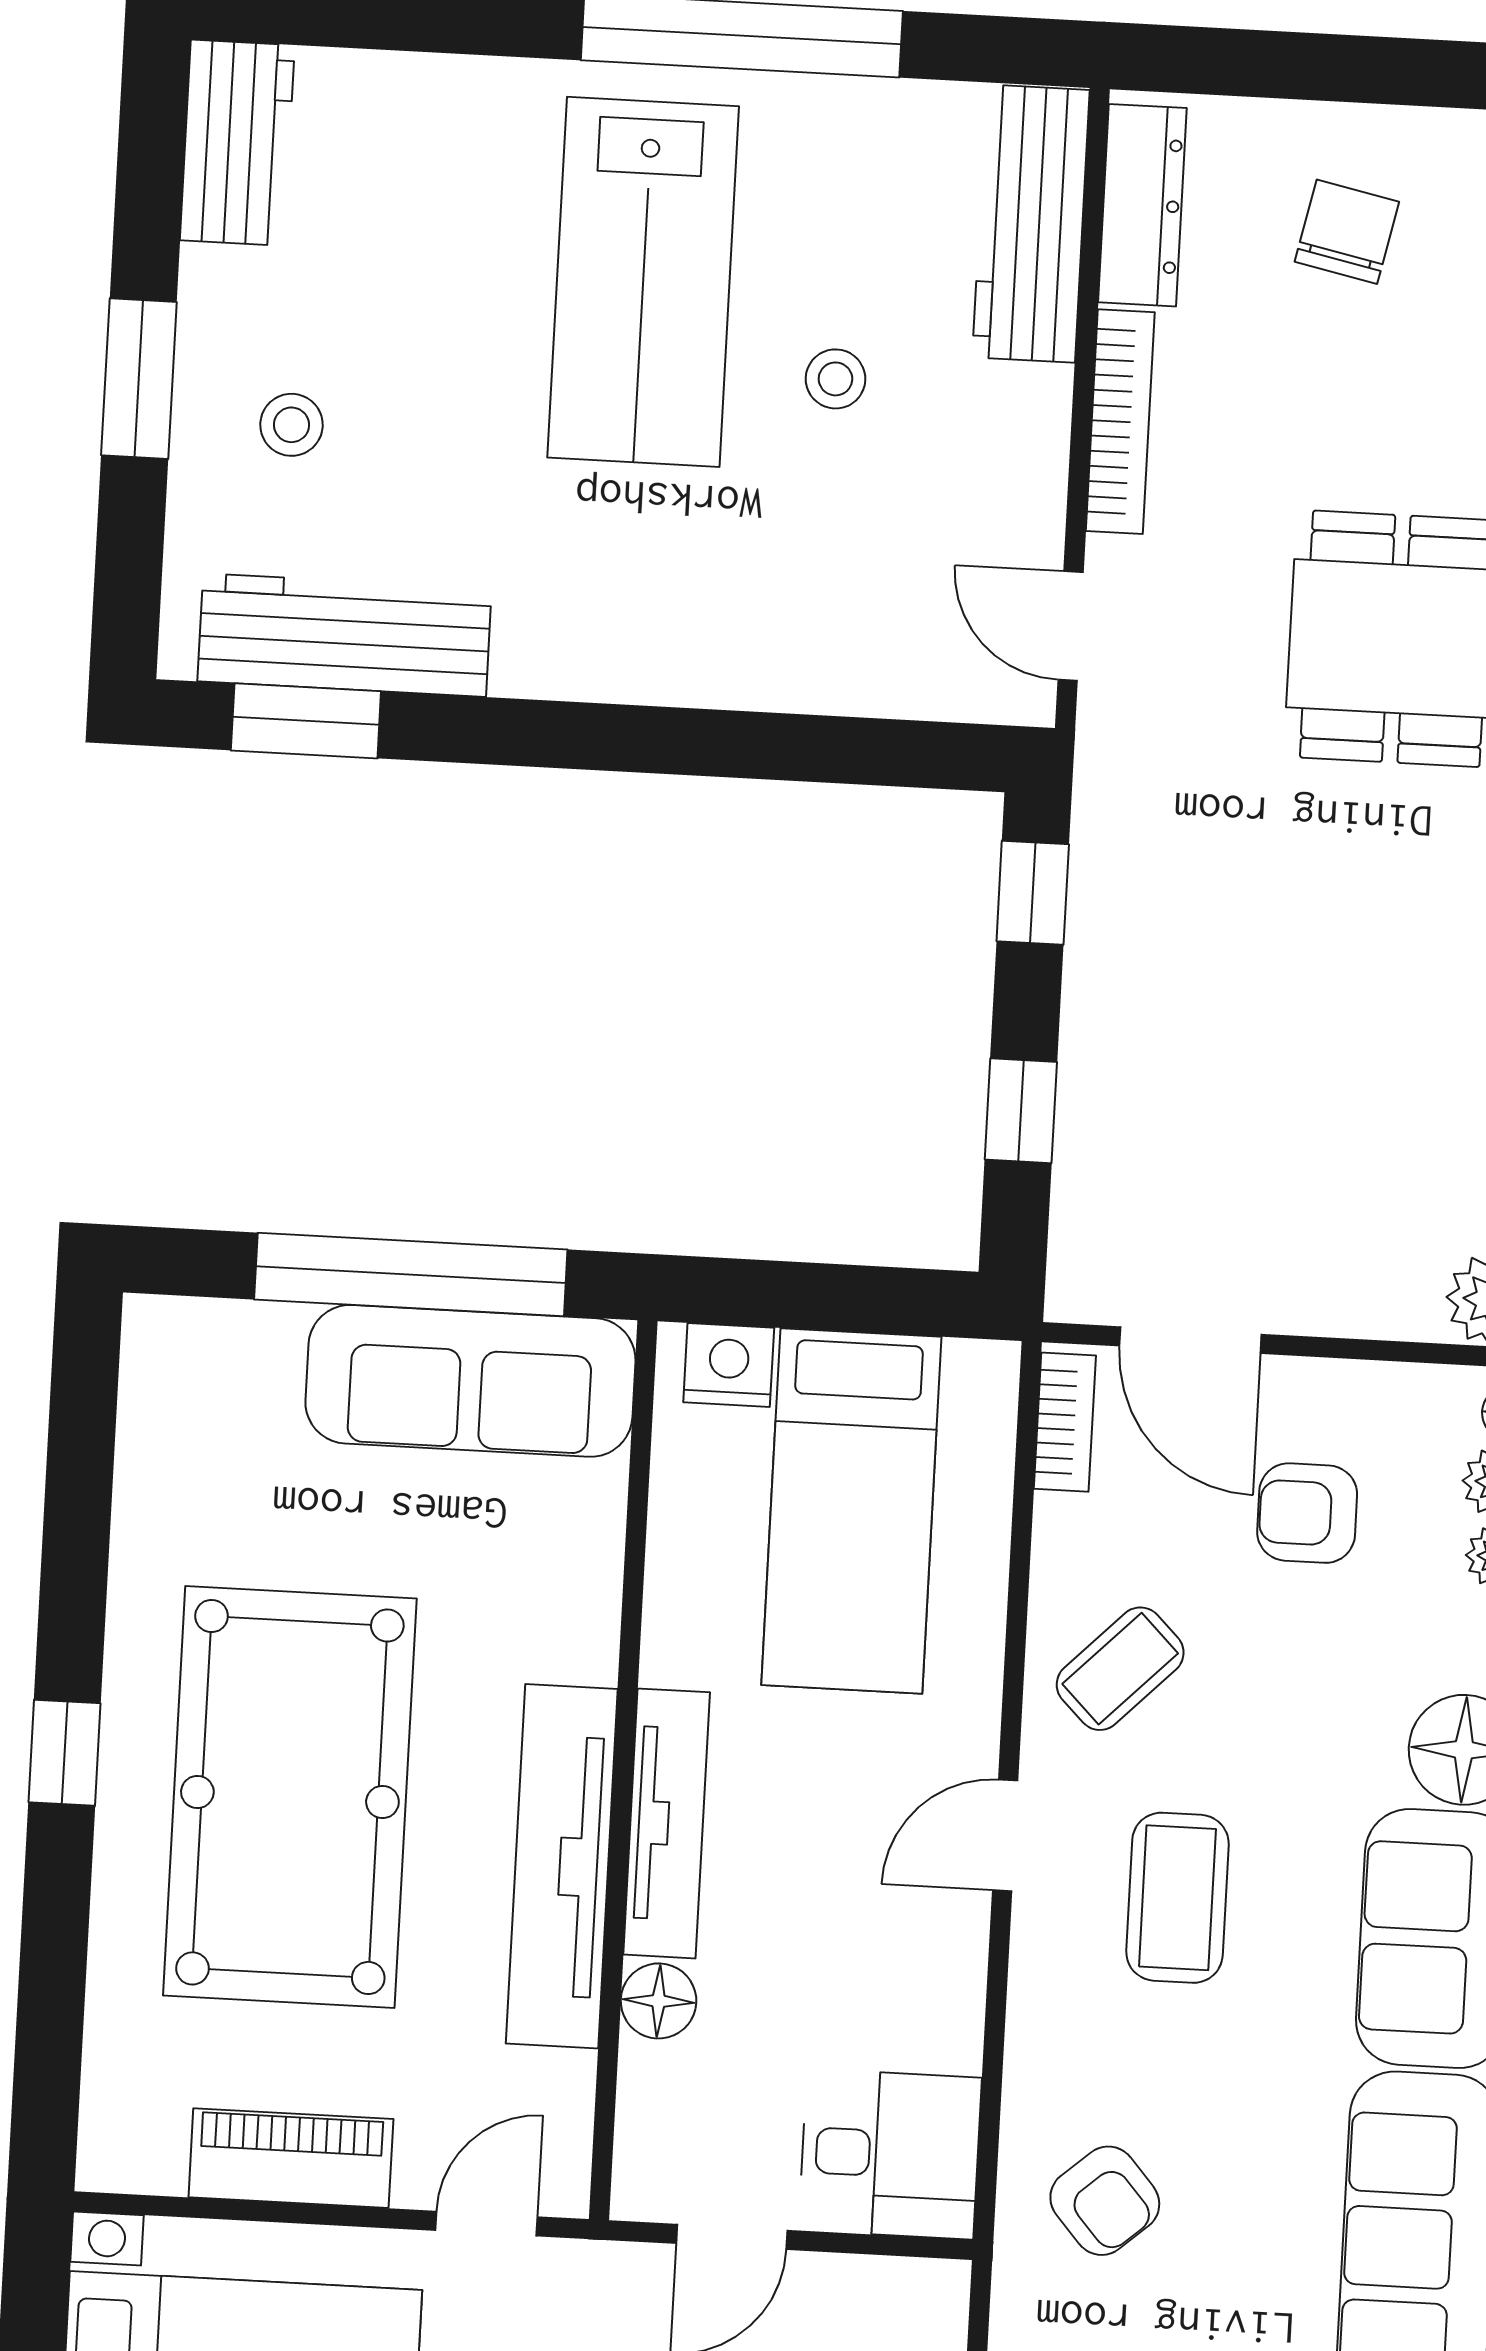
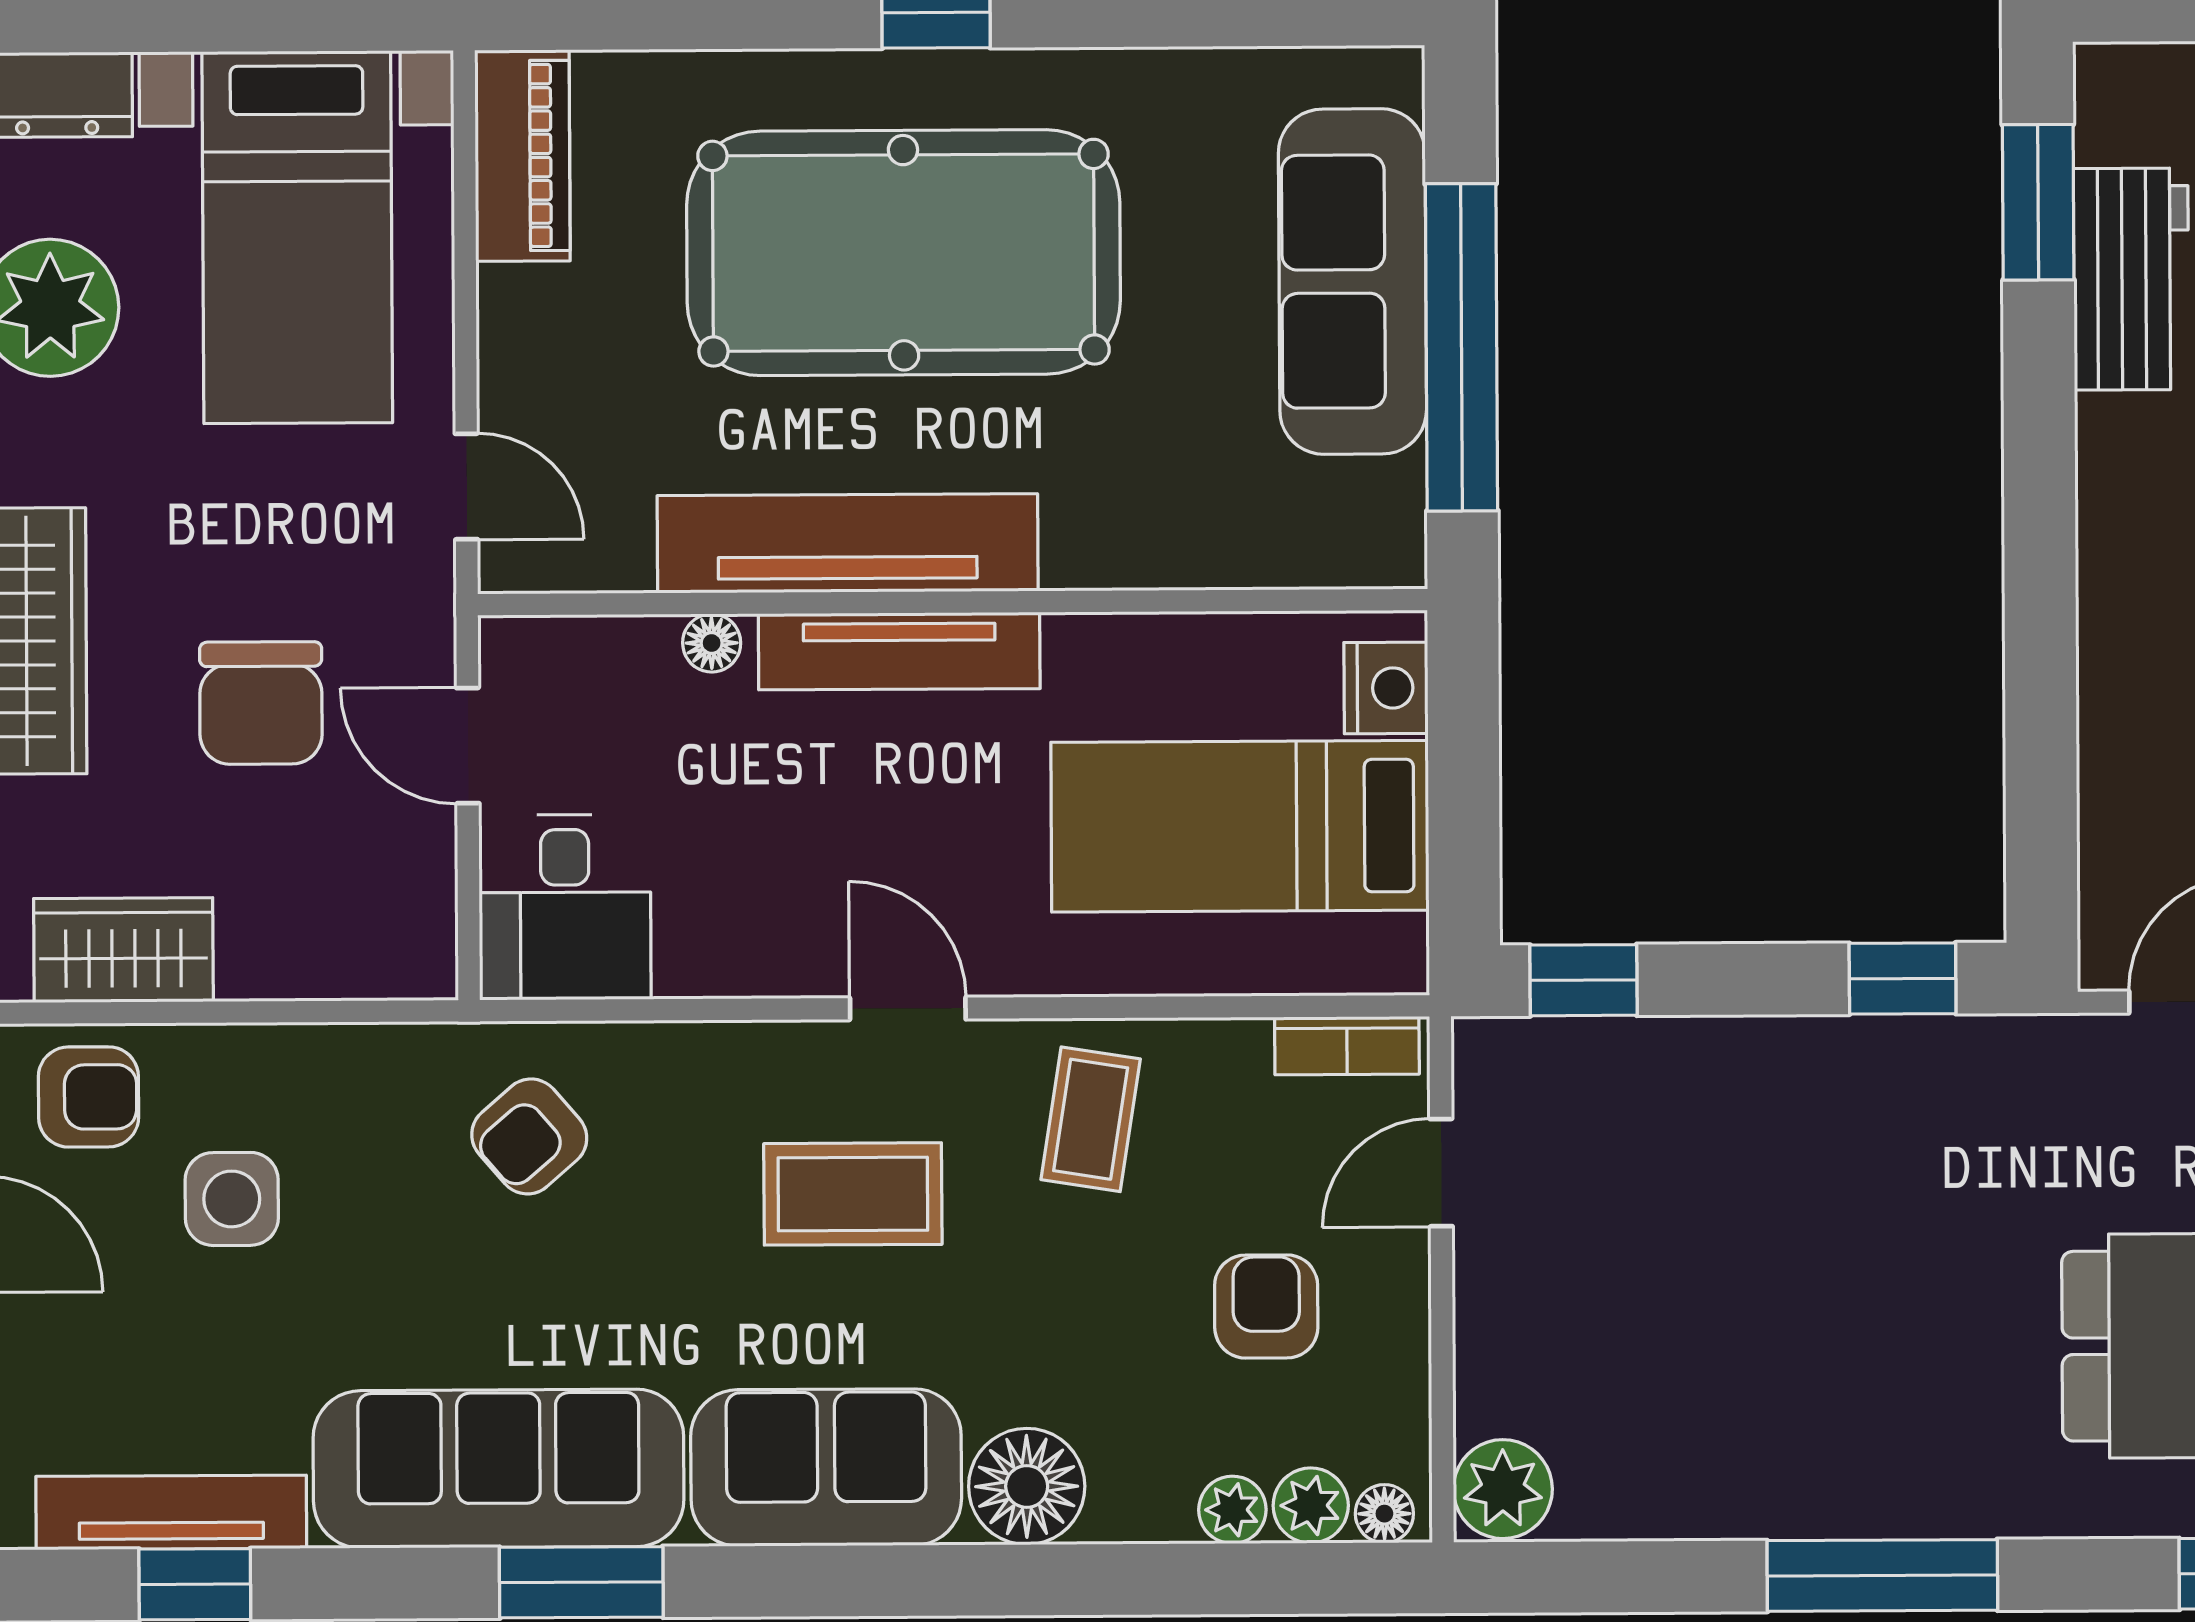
workbench: (345, 635) -> (2131, 279), width x0.73
window: (1021, 1111) -> (1584, 980), moved
door: (1190, 1340) -> (1441, 1173), width x0.73
sofa: (470, 1381) -> (1352, 282), moved
coffee table: (1120, 1669) -> (1091, 1119), turned 54
floor lamp: (659, 2001) -> (712, 643), width x0.73, depth x0.73
piano: (291, 2158) -> (522, 156), moved

